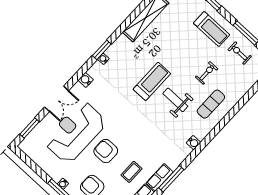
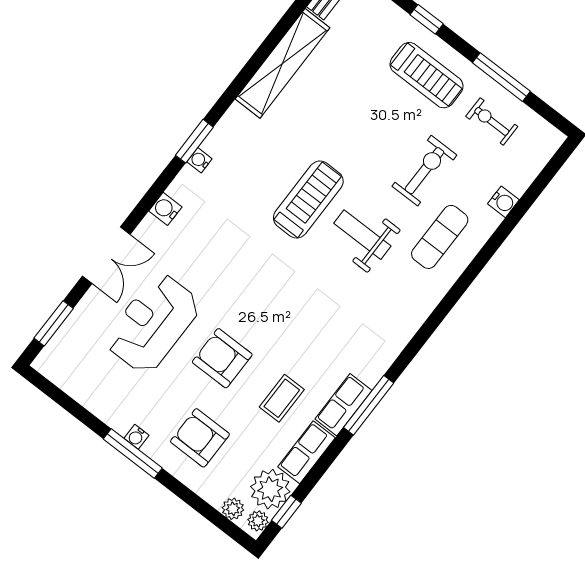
exercise bike: (207, 73) -> (424, 171), width x1.38, depth x1.39
reception desk: (75, 132) -> (153, 323), width x0.74, depth x0.77
water cooler: (193, 143) -> (503, 202), moved

